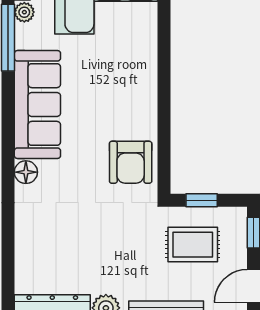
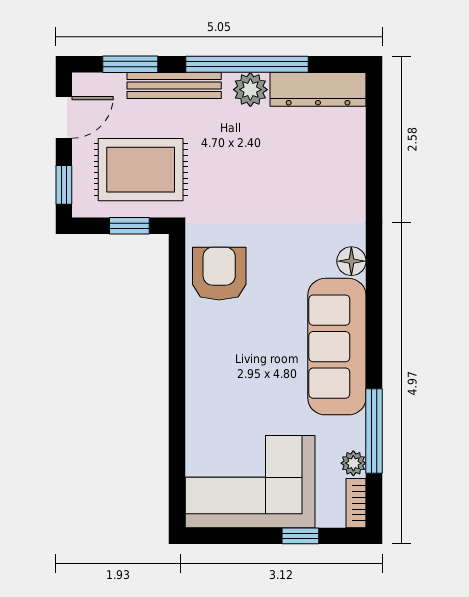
rug: (193, 245) -> (141, 170), width x1.36, depth x1.43

